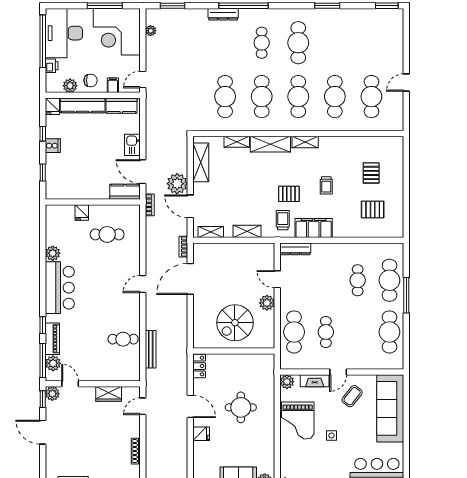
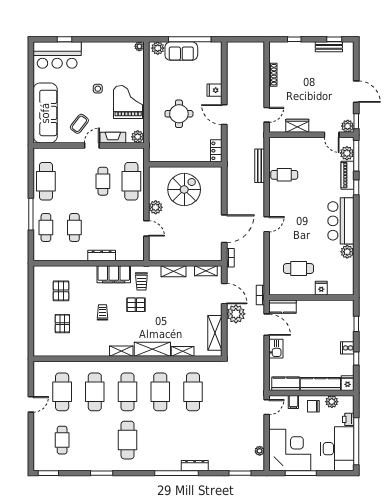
cafe table: (262, 43) -> (62, 440), moved
pallet: (373, 209) -> (61, 291), turned 90
dresser: (295, 249) -> (102, 256), moved
cafe table: (389, 280) -> (46, 227), width x0.73, depth x0.74

